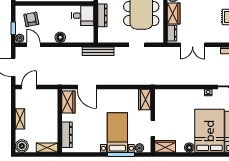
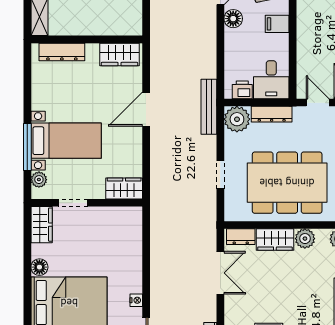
filing cabinet: (51, 12) -> (277, 24), added
printer: (88, 32) -> (242, 90), added
plant: (105, 35) -> (237, 119), added
floor lamp: (60, 37) -> (233, 19), moved
double door: (193, 45) -> (220, 273), swing flipped
door: (87, 87) -> (146, 109), moved

